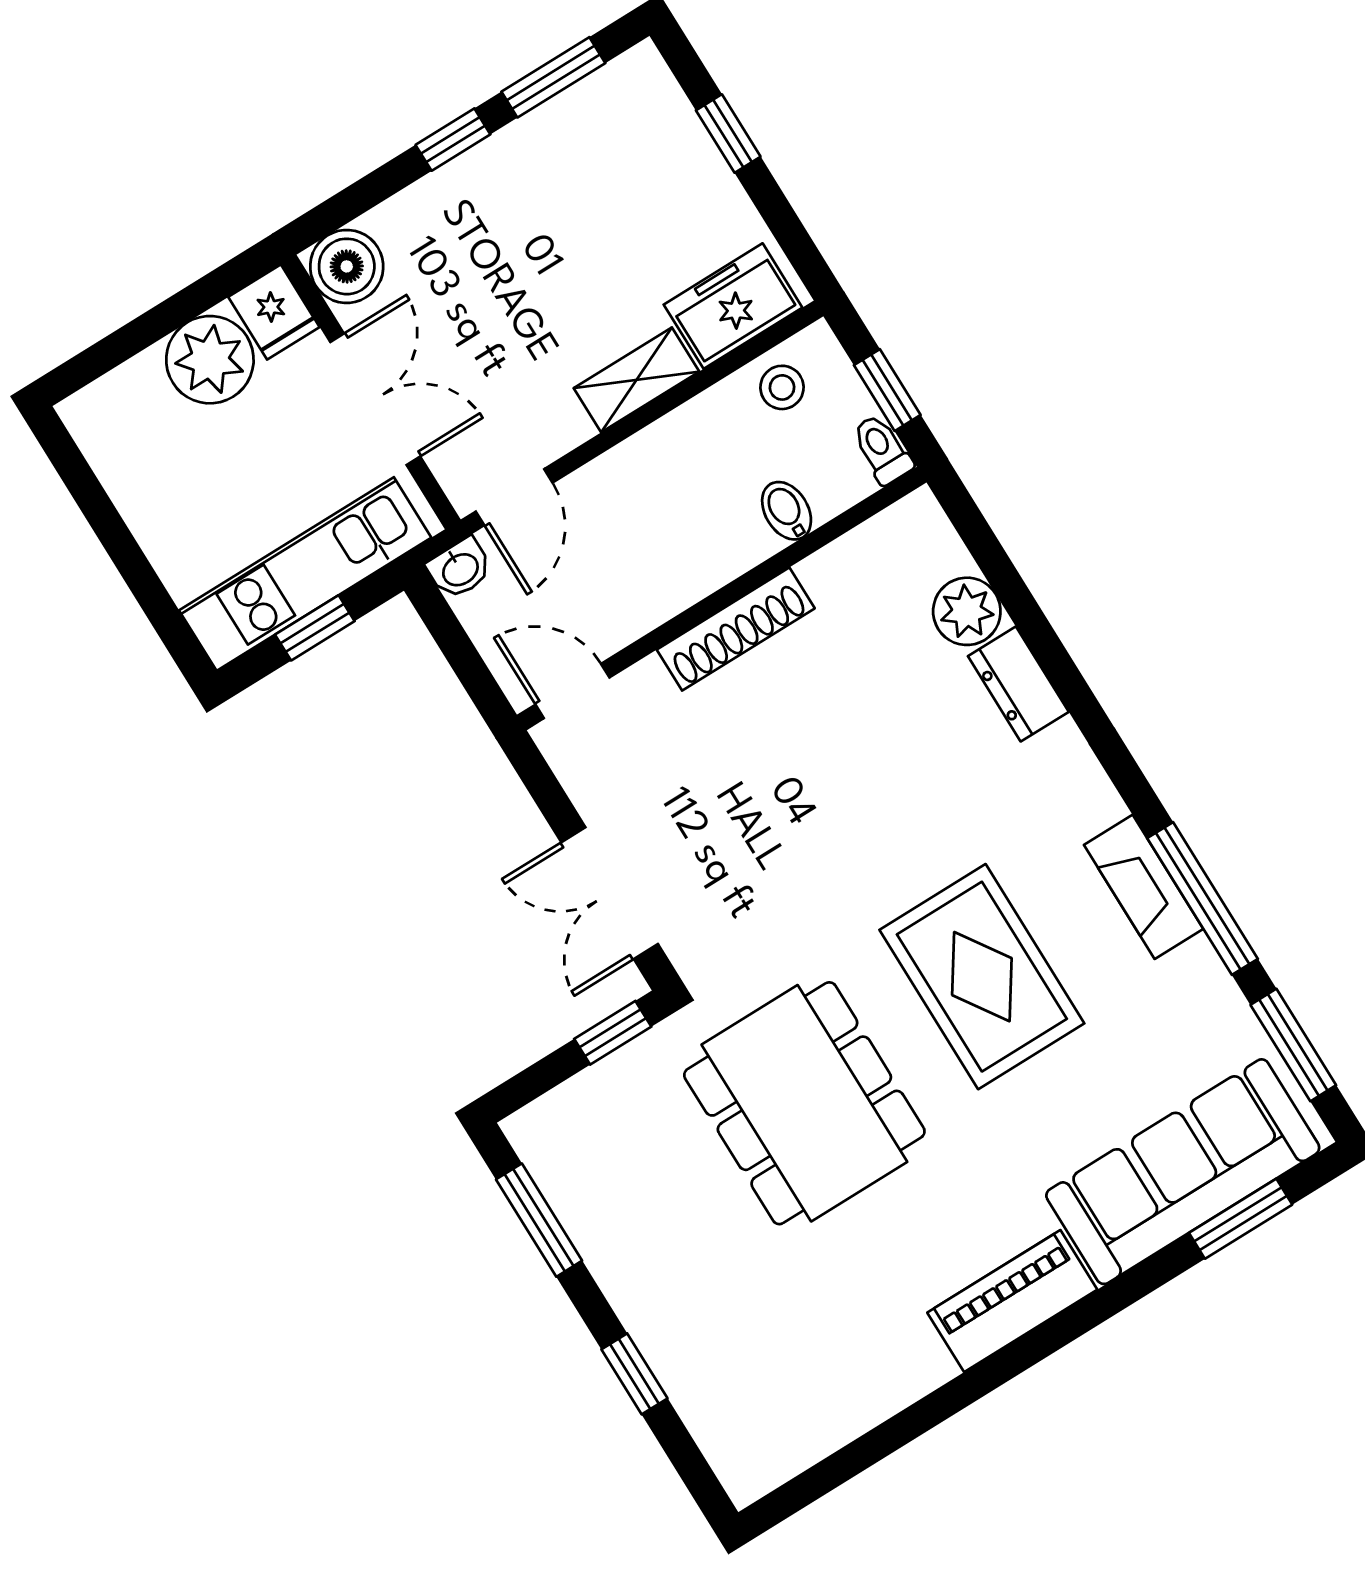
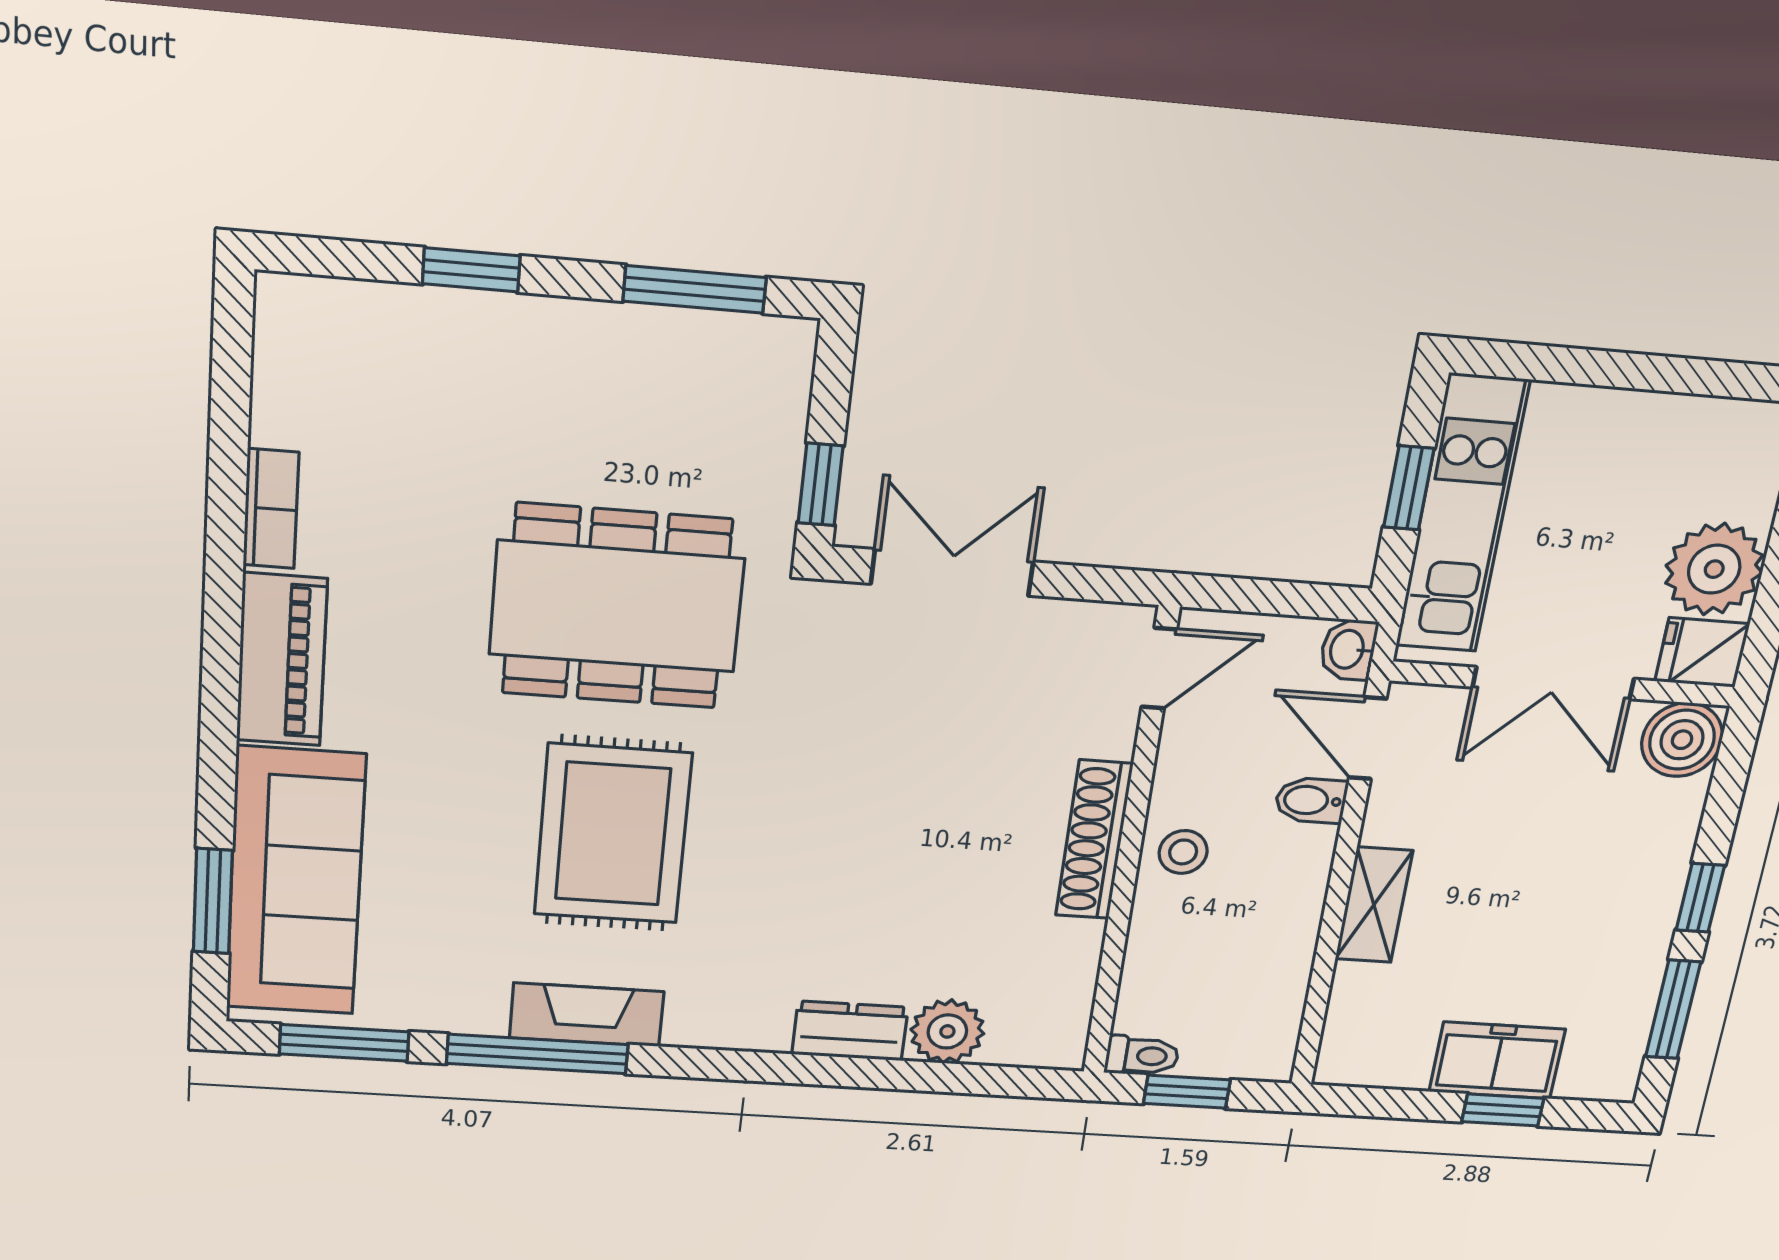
freezer: (733, 306) -> (1497, 1060), moved, turned -90
stool: (782, 387) -> (1183, 852), moved
bidet: (787, 511) -> (1311, 800), moved, turned 180
rug: (982, 977) -> (613, 834), turned 90
bookcase: (903, 1385) -> (271, 509), added

